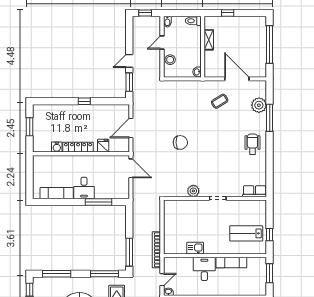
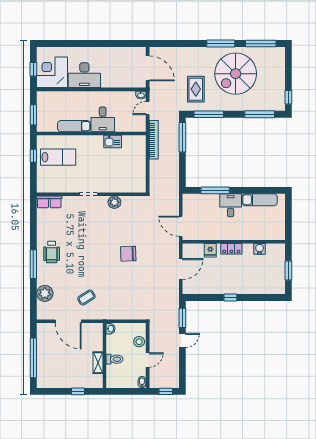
toilet: (193, 21) -> (115, 359), moved
window: (270, 118) -> (33, 264), moved
locker: (78, 147) -> (231, 249), width x0.66

